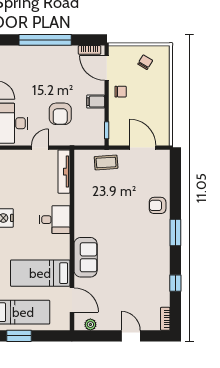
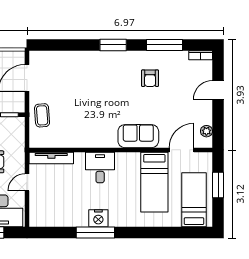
door: (40, 148) -> (27, 182), hinge flipped
armchair: (158, 205) -> (150, 78), moved
window: (175, 283) -> (164, 45), width x2.17
window: (19, 336) -> (218, 185), moved

